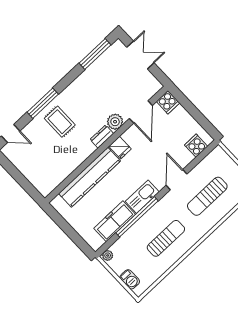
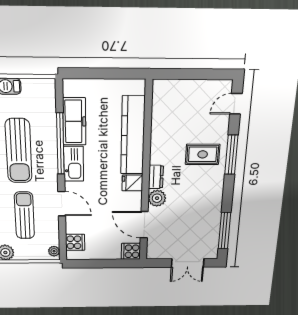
sun lounger: (166, 238) -> (19, 151), width x1.36, depth x1.34
plant: (108, 255) -> (54, 251), moved

